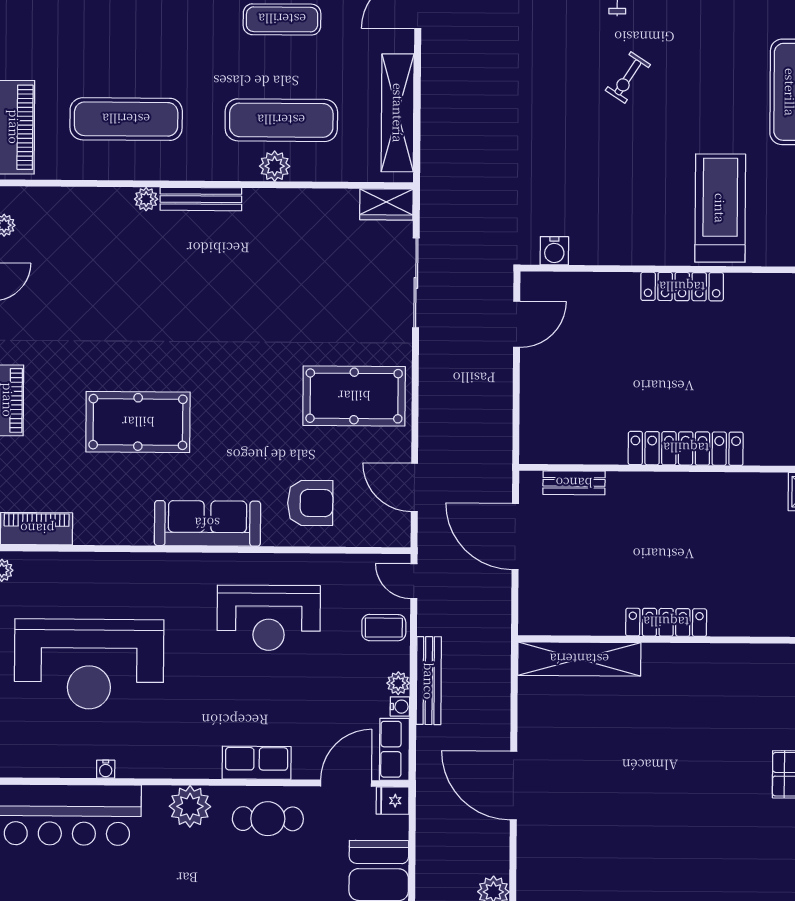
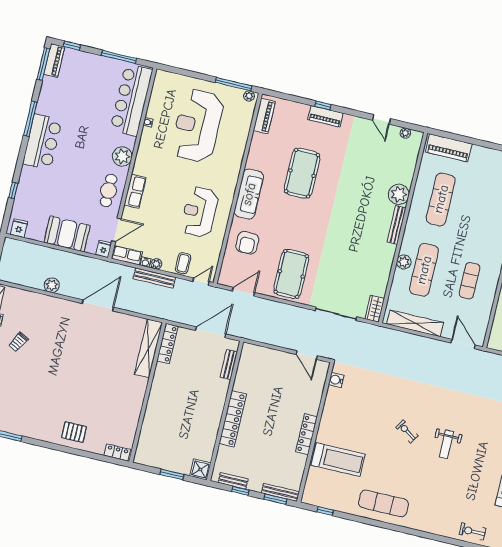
plant: (146, 199) -> (399, 194), width x1.87, depth x1.87
locker: (666, 622) -> (167, 344), moved
door: (346, 783) -> (116, 230), hinge flipped

